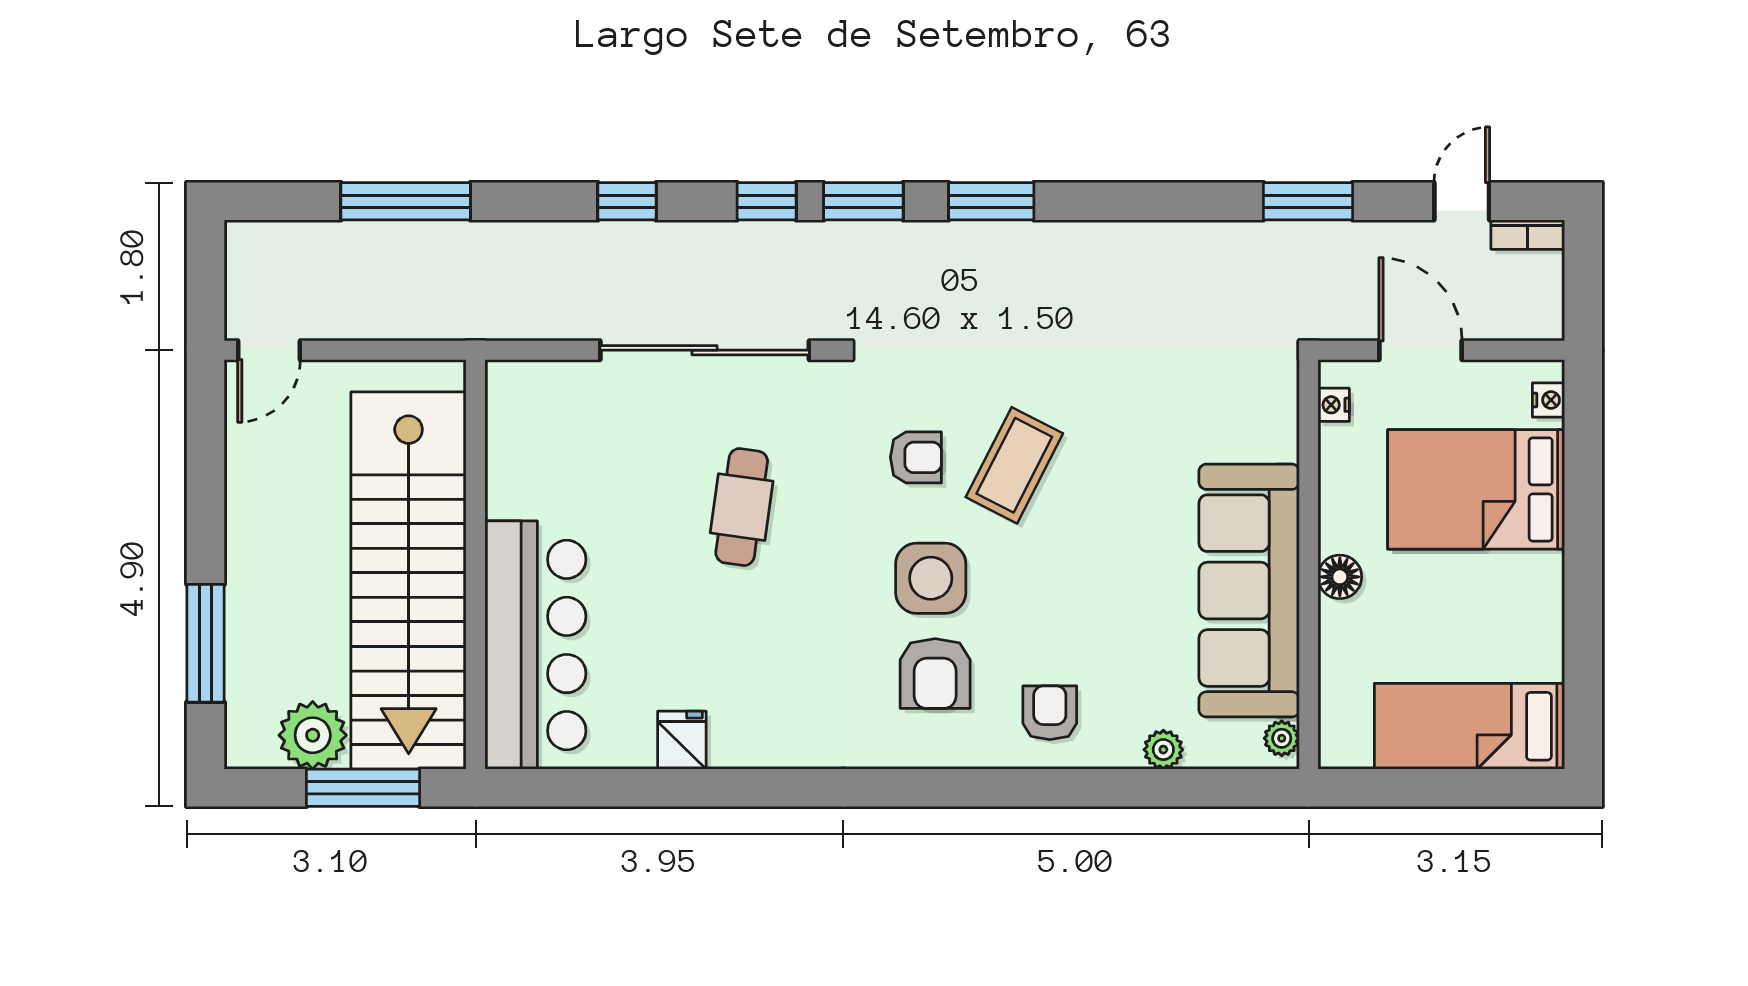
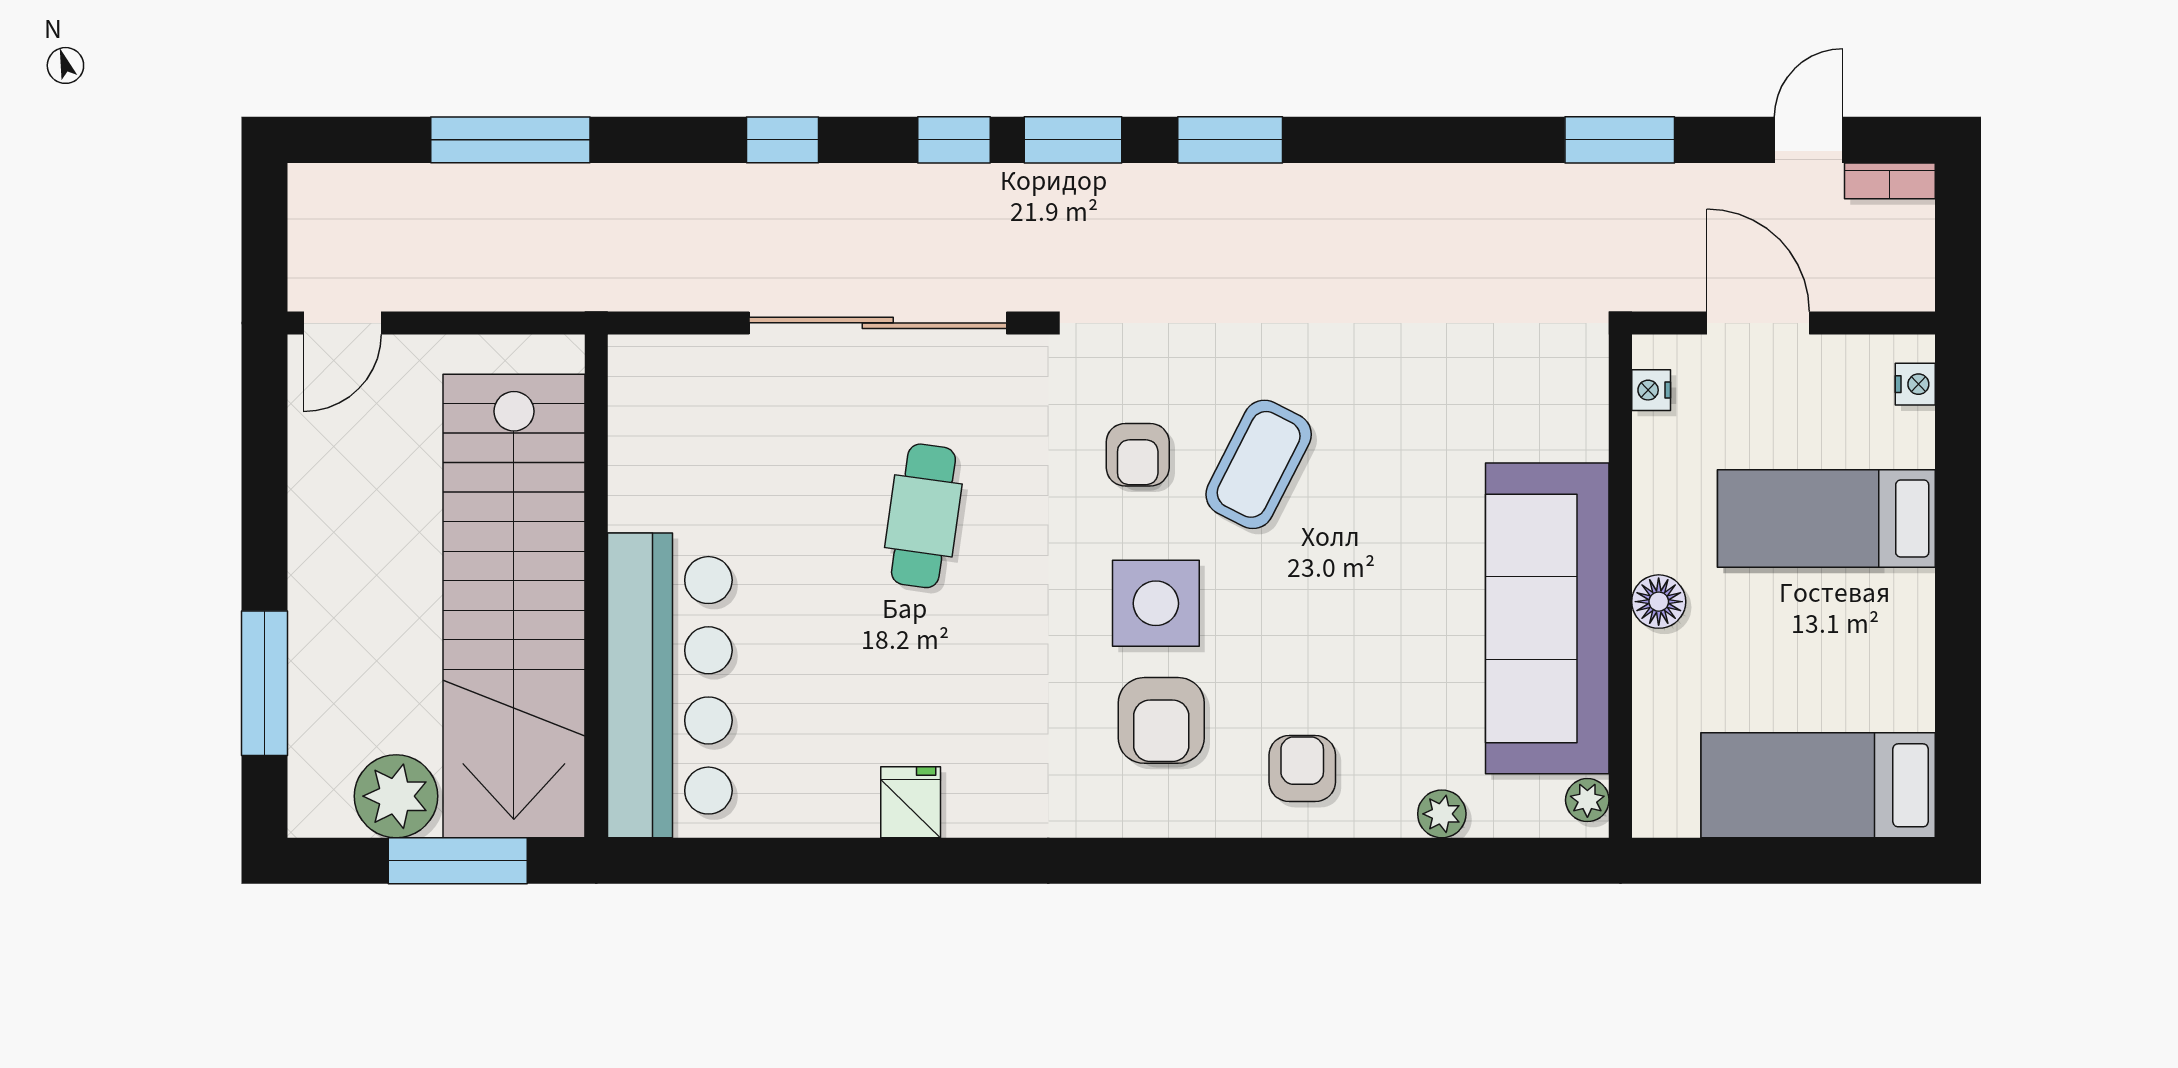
armchair: (916, 457) -> (1138, 455), turned 90
bed: (1476, 489) -> (1826, 519), width x0.67
fridge: (682, 740) -> (911, 802), moved

